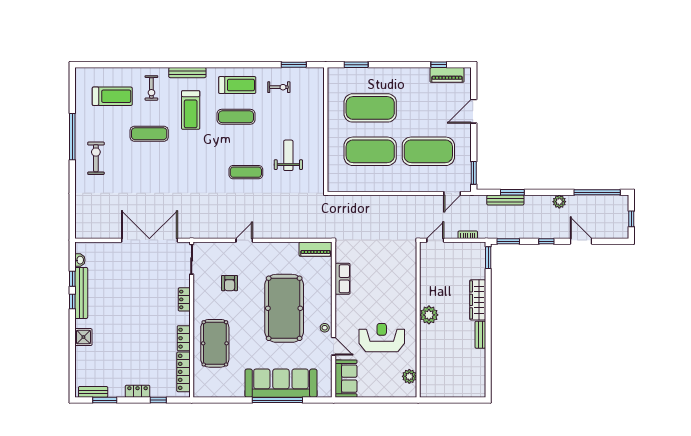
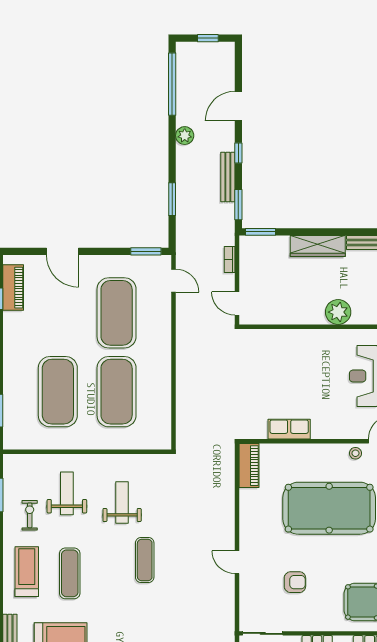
weight bench: (295, 115) -> (67, 493), added
weight bench: (288, 155) -> (122, 502), turned 90
bench: (505, 200) -> (228, 177), moved

